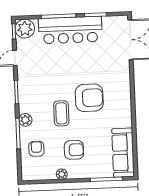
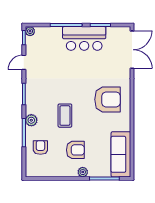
plant: (25, 29) -> (30, 31), width x0.53, depth x0.53
bar counter: (70, 30) -> (84, 38), width x0.73
armchair: (89, 98) -> (107, 99), moved
plant: (62, 174) -> (83, 172), moved

